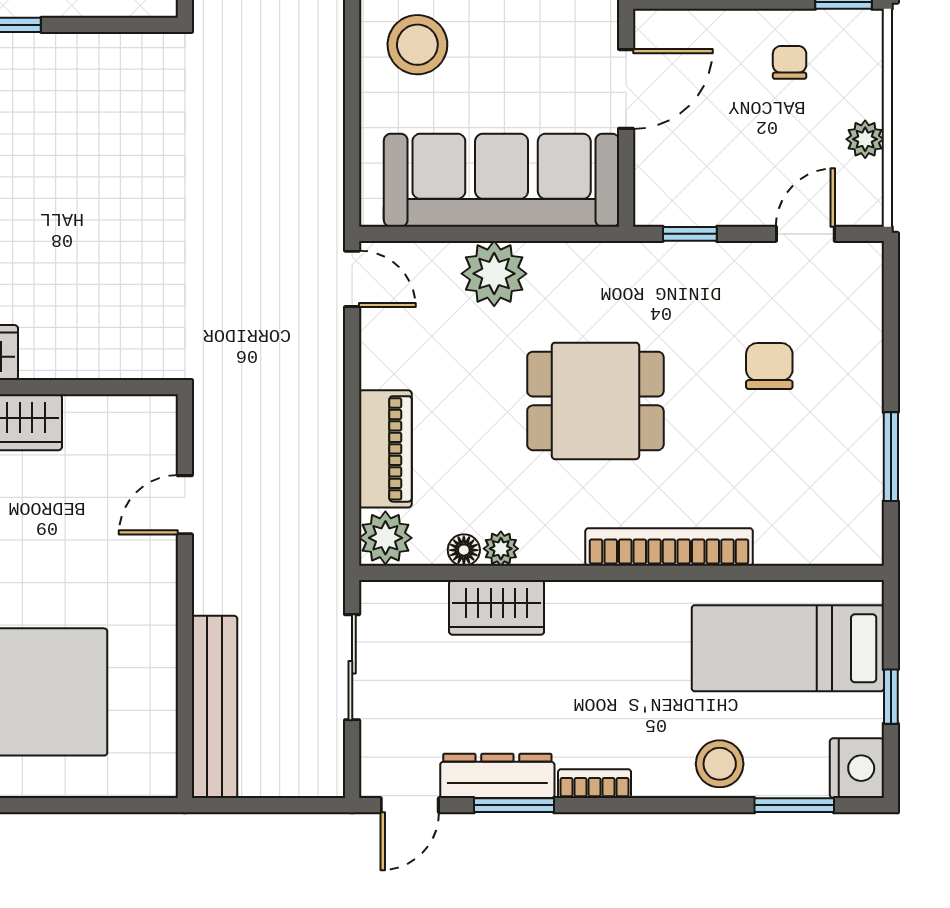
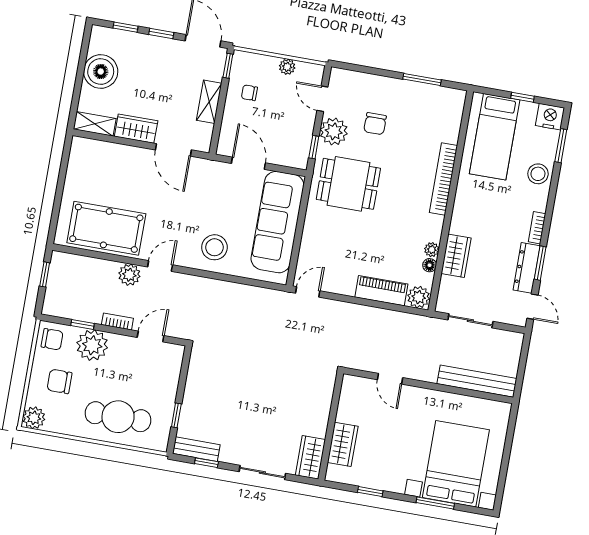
plant: (494, 274) -> (334, 131), moved
chair: (769, 366) -> (375, 124), turned -90
dining table: (595, 401) -> (348, 184), moved, turned 90

